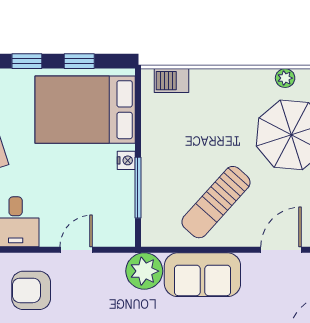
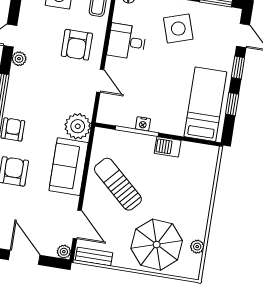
barbecue: (171, 81) -> (168, 147), moved, turned -90
bed: (85, 110) -> (205, 104), width x0.67
nightstand: (126, 160) -> (143, 124), moved
armchair: (31, 290) -> (77, 45), turned 180

